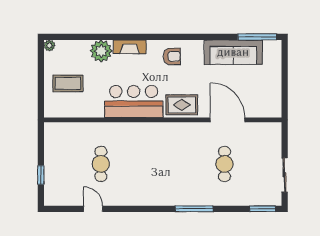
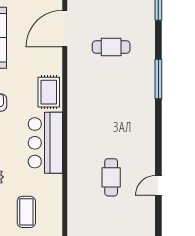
door: (228, 120) -> (65, 29), moved
cafe table: (101, 164) -> (111, 177), turned 90

